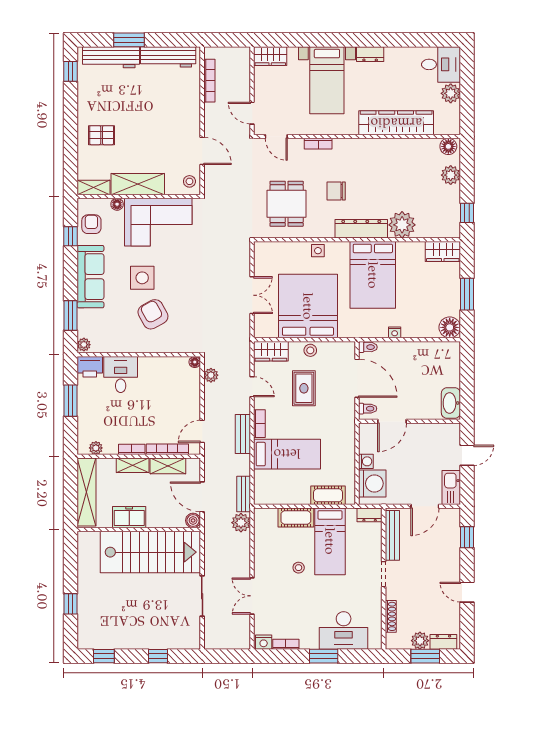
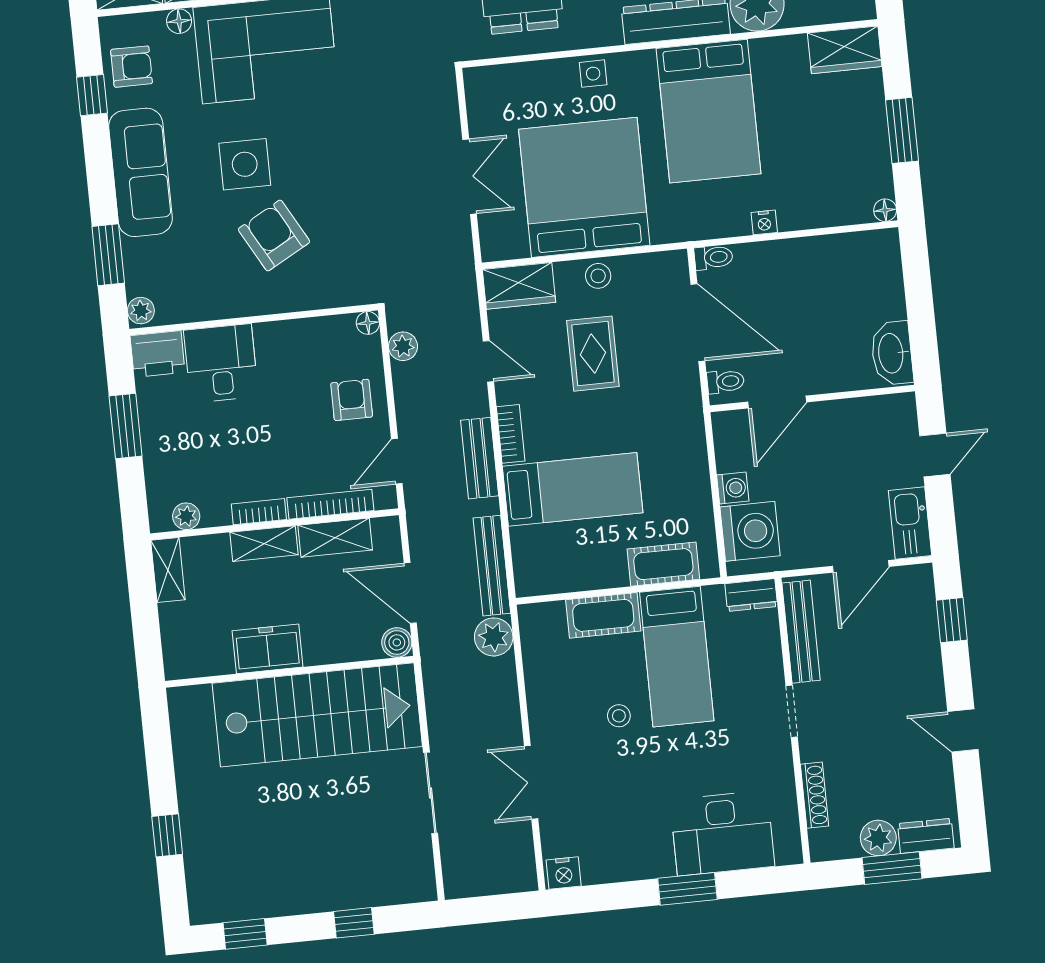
armchair: (91, 224) -> (132, 67), turned 90
floor lamp: (450, 327) -> (885, 210), width x0.53, depth x0.53
armchair: (183, 399) -> (352, 400), added
shelving: (87, 492) -> (168, 570), width x0.45, depth x0.75
bench: (244, 494) -> (492, 566), width x1.36
bookcase: (286, 644) -> (609, 873), removed

